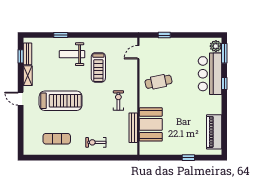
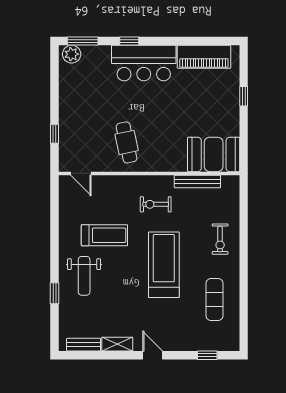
window: (21, 56) -> (207, 355), moved
bar counter: (210, 74) -> (144, 63), moved
door: (21, 99) -> (153, 355), swing flipped
treadmill: (61, 101) -> (164, 265), moved
booth: (151, 124) -> (214, 154), moved

